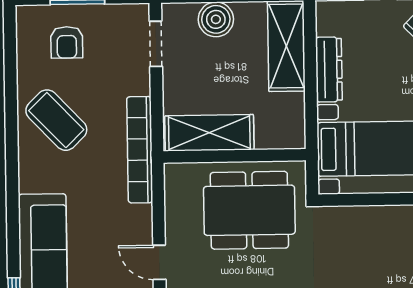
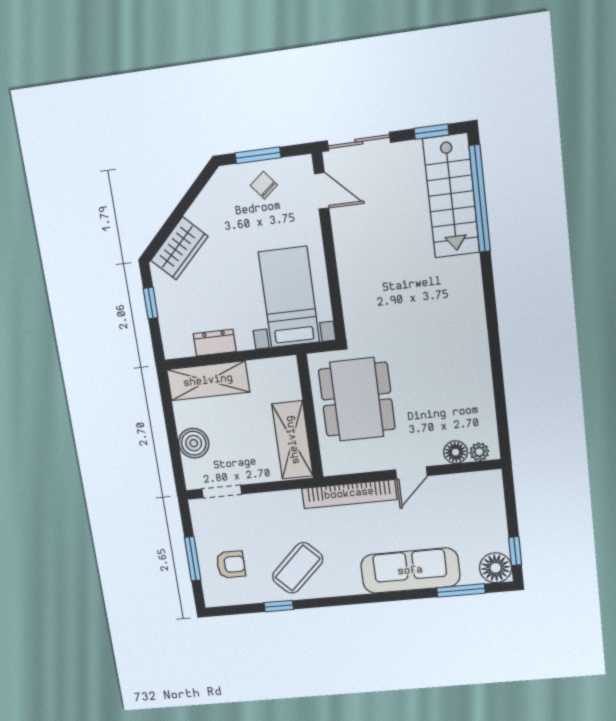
dresser: (329, 69) -> (215, 343), width x0.70
window: (11, 92) -> (279, 606), added
bookcase: (140, 150) -> (349, 494), moved

